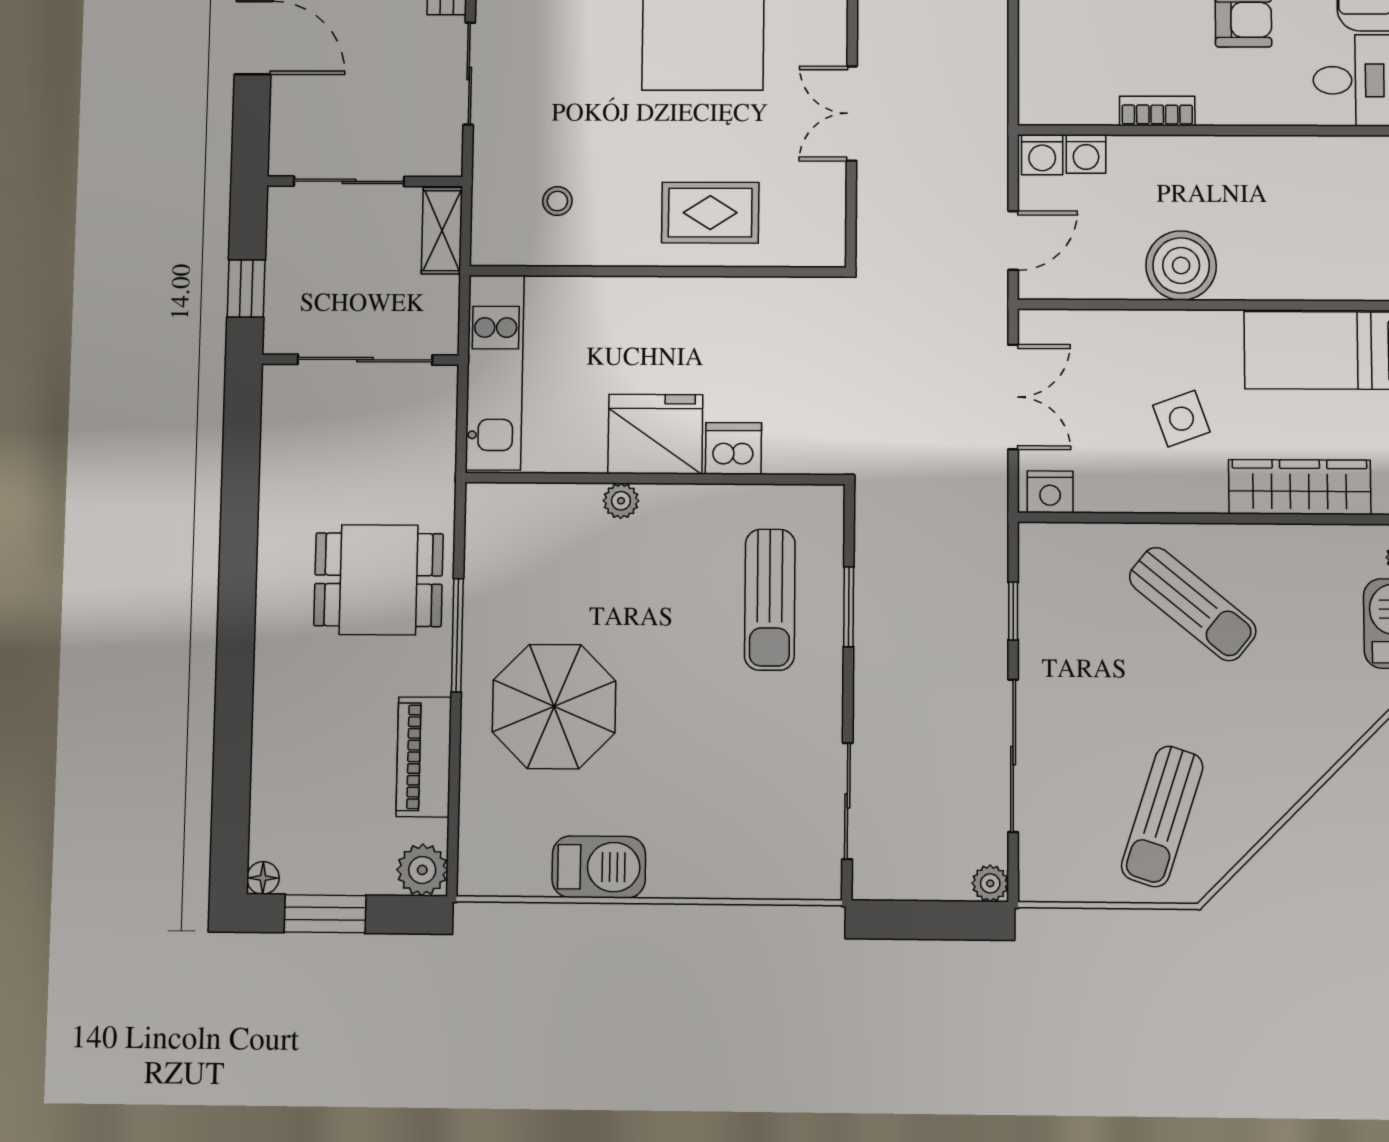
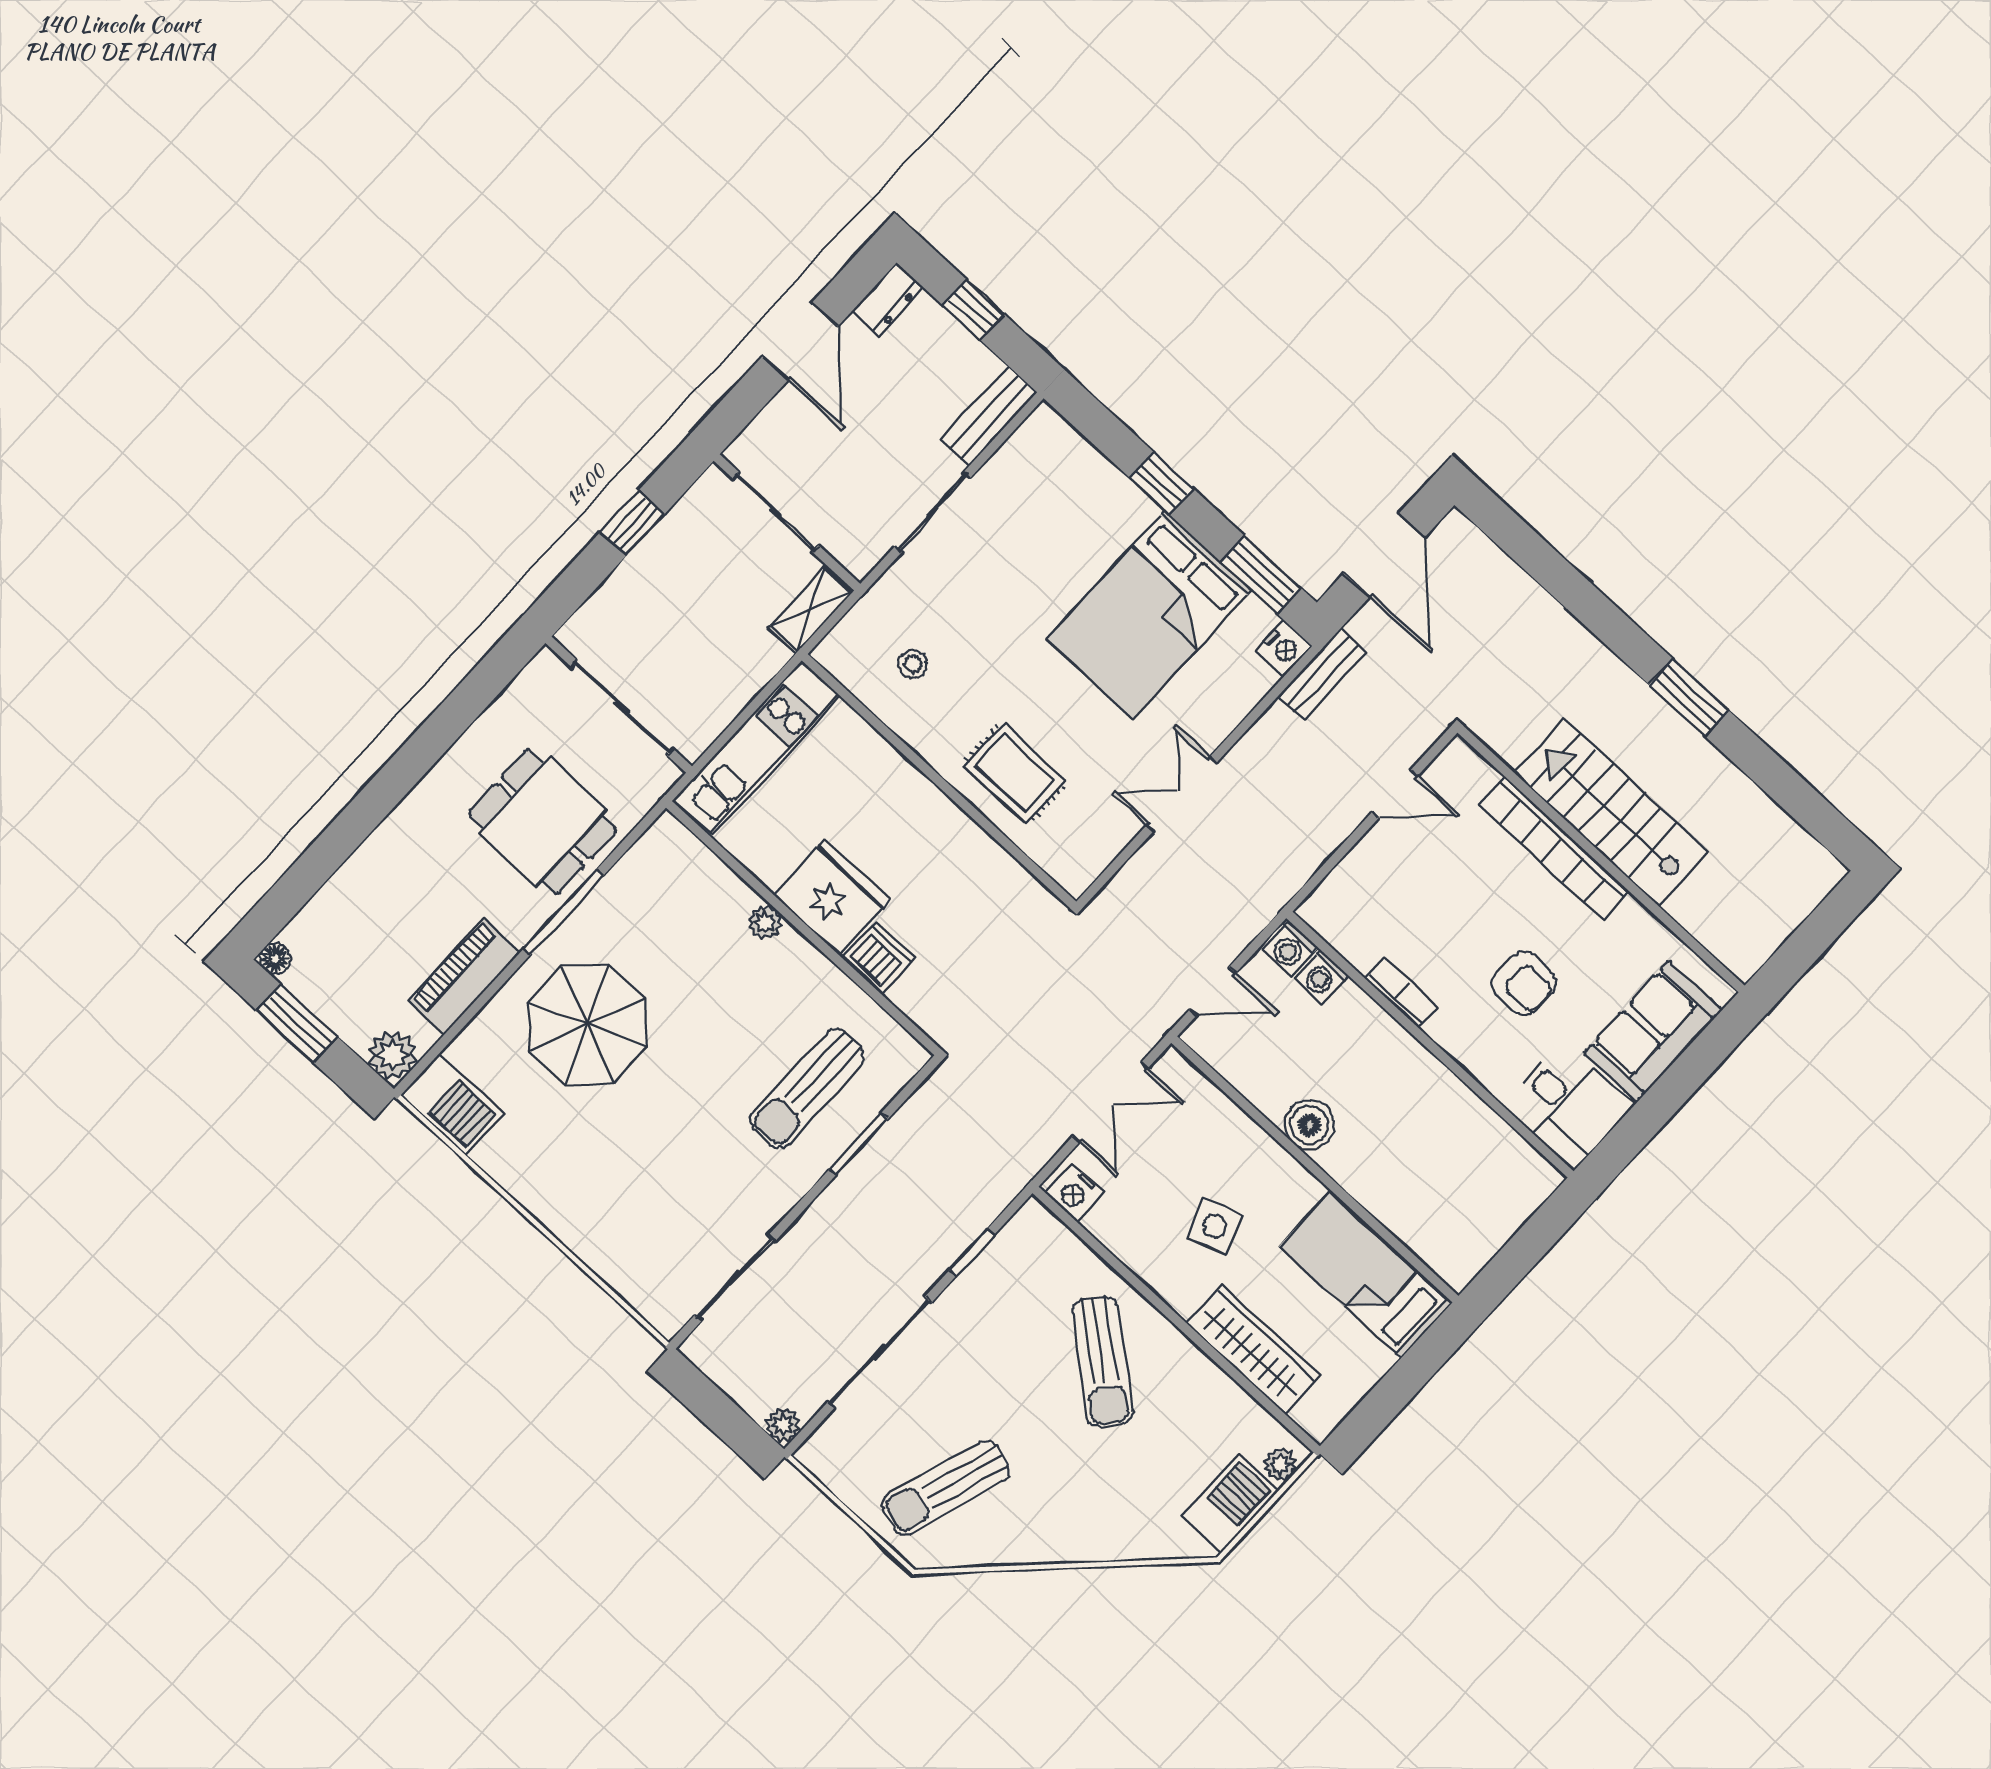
boiler: (1181, 265) -> (1309, 1125), width x0.73, depth x0.73
wall: (360, 360) -> (619, 705), moved
sliding door: (365, 360) -> (622, 708), moved
barbecue: (599, 867) -> (452, 1104), moved

